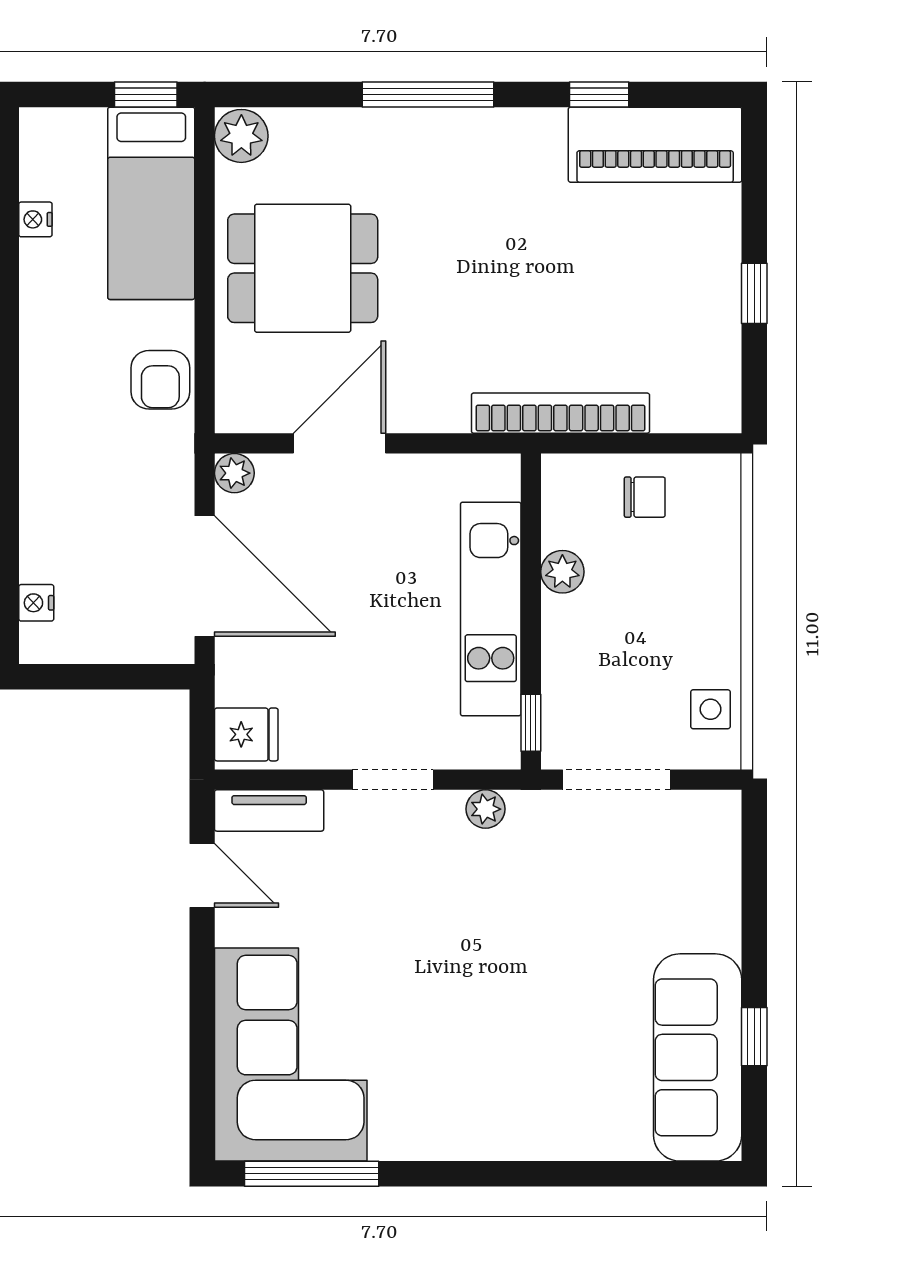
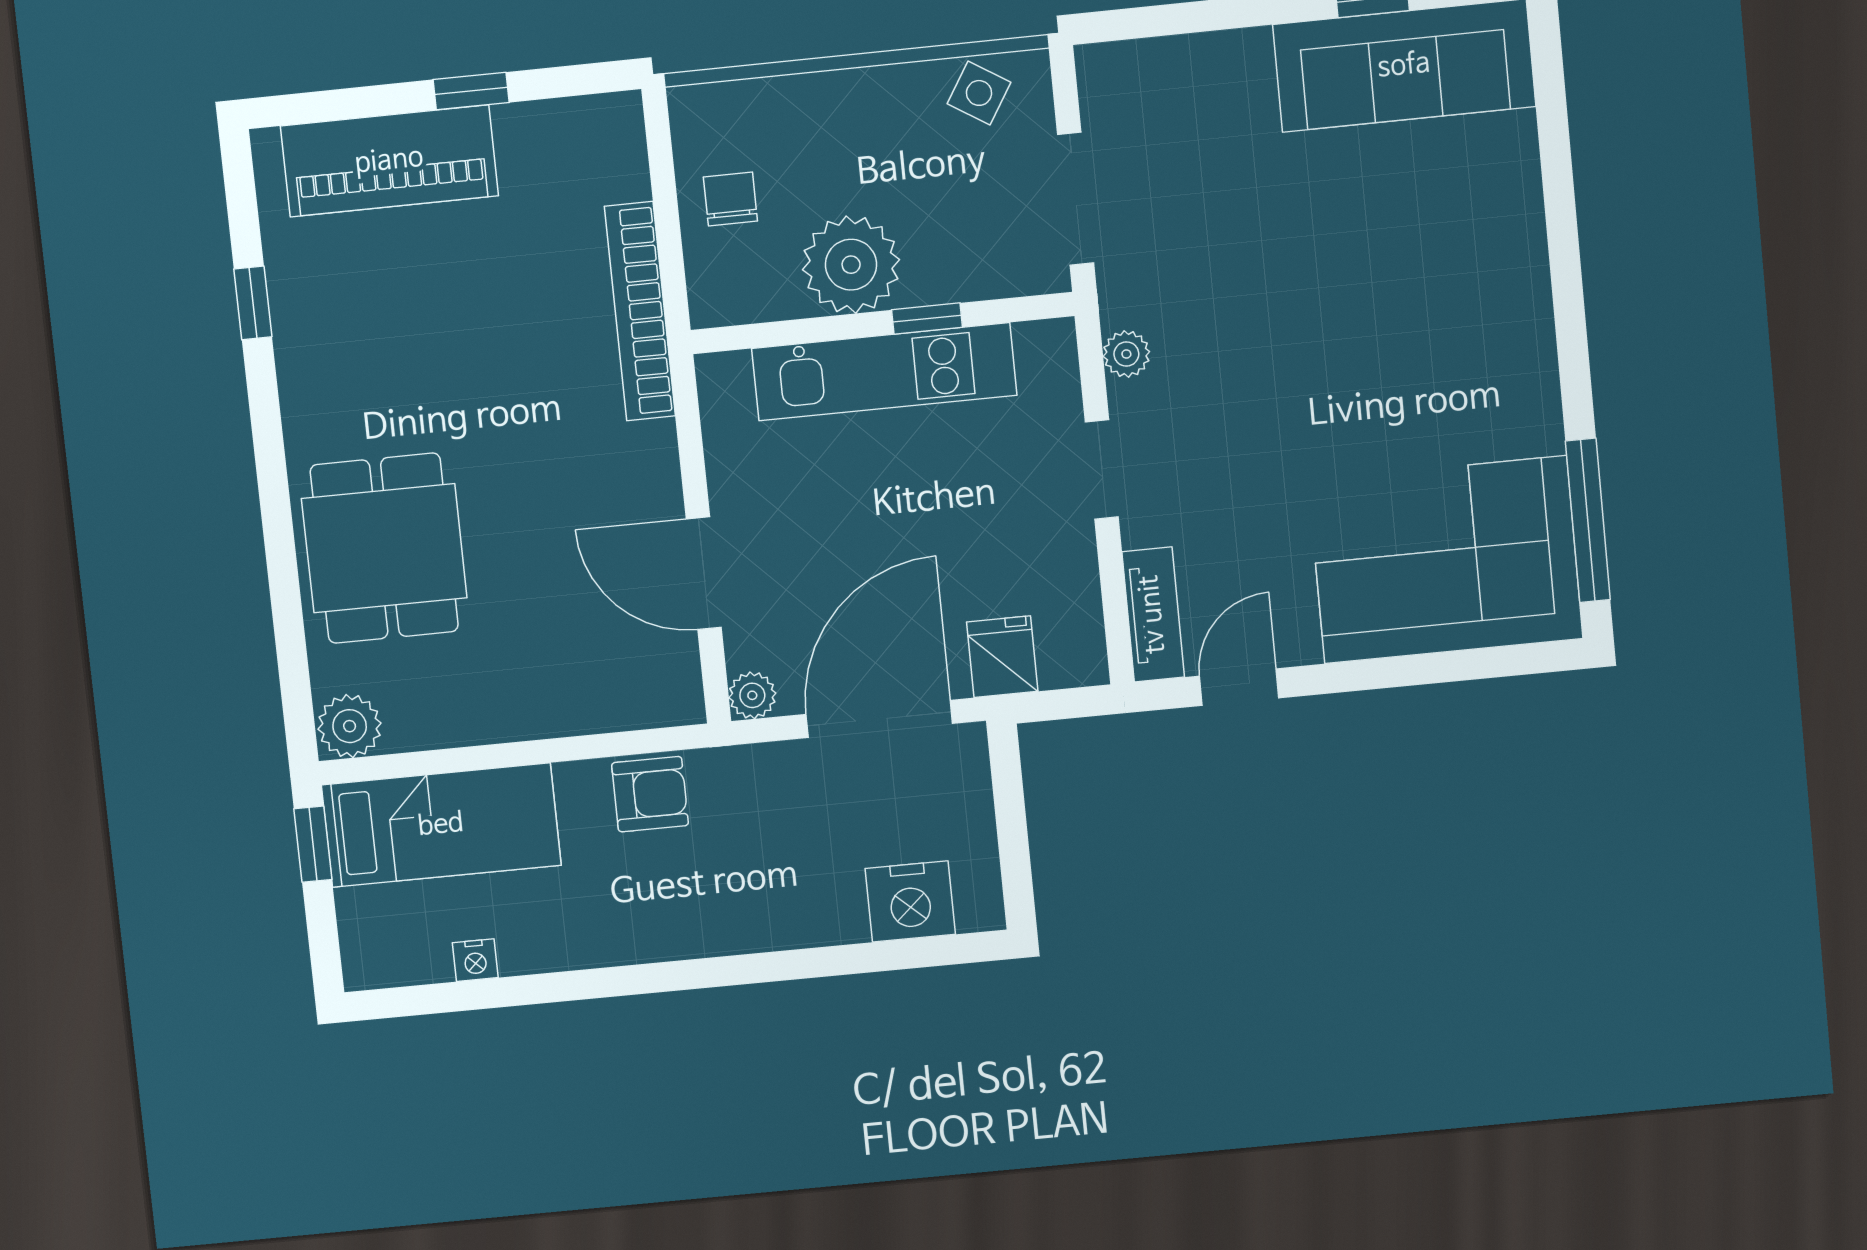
window: (428, 94) -> (276, 508), removed
piano: (655, 145) -> (389, 161), moved, turned 90
dining table: (303, 268) -> (384, 548), moved
plant: (562, 572) -> (851, 265), width x1.87, depth x1.87
nightstand: (36, 603) -> (910, 901), width x1.89, depth x1.79
side table: (711, 709) -> (979, 93), turned 32
window: (531, 723) -> (927, 319), moved
fridge: (246, 734) -> (1002, 657), moved

